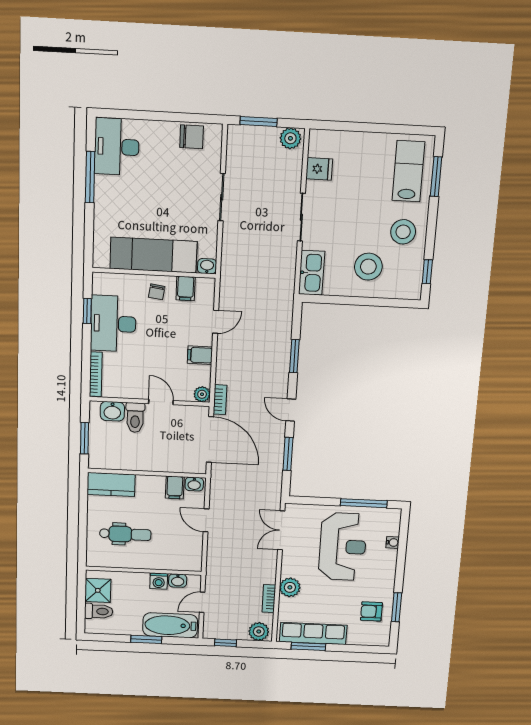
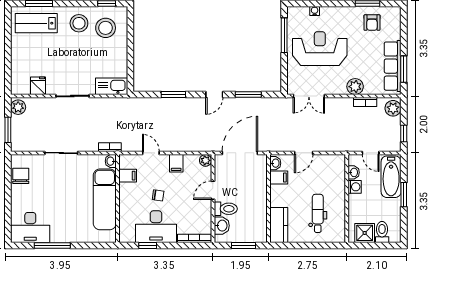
stool: (368, 267) -> (106, 28), moved
chair: (157, 292) -> (158, 195), moved
bookcase: (220, 400) -> (110, 147), moved

